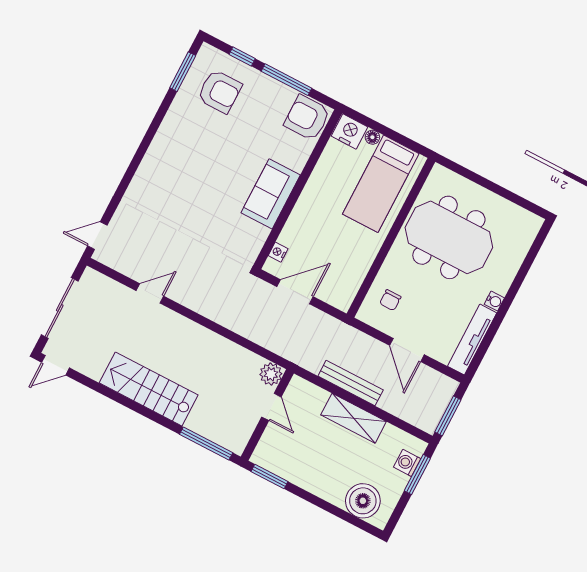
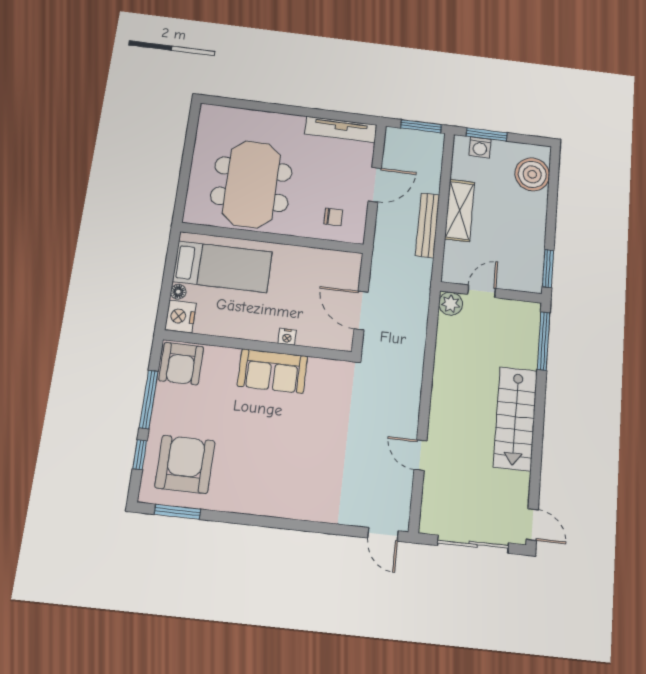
armchair: (220, 91) -> (185, 464), width x1.36, depth x1.36
nightstand: (278, 252) -> (287, 337), moved
water cooler: (494, 301) -> (297, 122), removed

